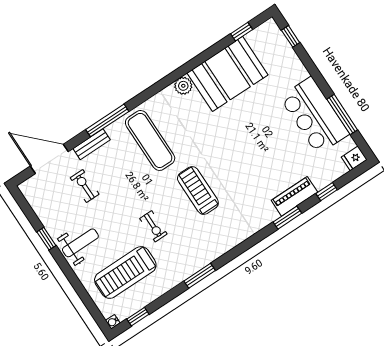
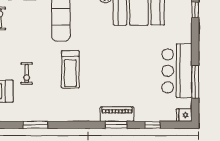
treadmill: (198, 190) -> (70, 69), turned 180
piano: (294, 196) -> (117, 114), moved

